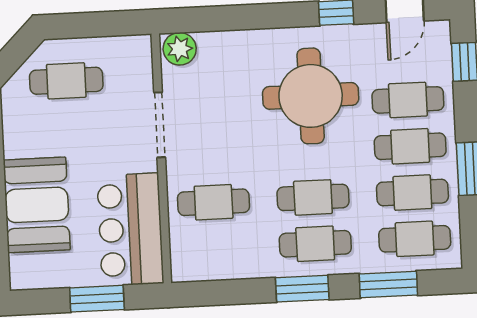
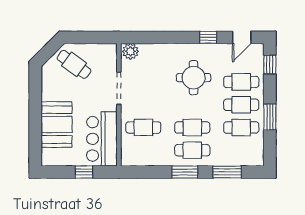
cafe table: (66, 81) -> (74, 64), turned 36
round table: (311, 96) -> (194, 78), width x0.73, depth x0.73
cafe table: (415, 239) -> (241, 150), removed
window: (97, 299) -> (84, 172), width x0.67

